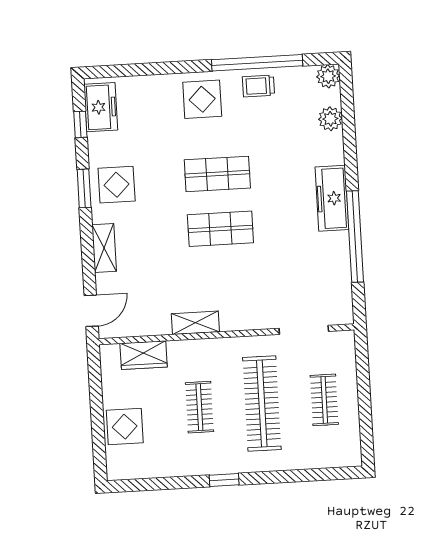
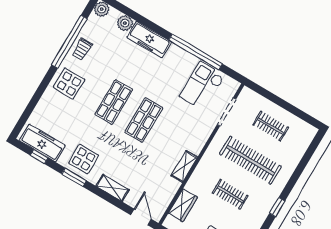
freezer: (101, 107) -> (42, 143), width x1.40
freezer: (332, 198) -> (149, 40), moved
checkout: (316, 275) -> (202, 86), added

